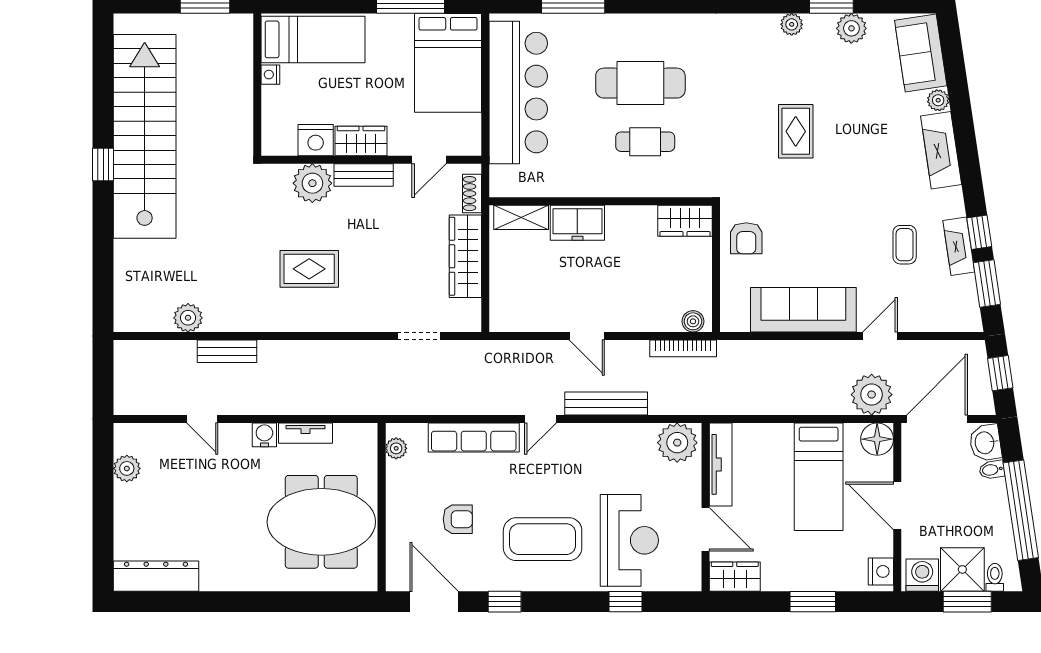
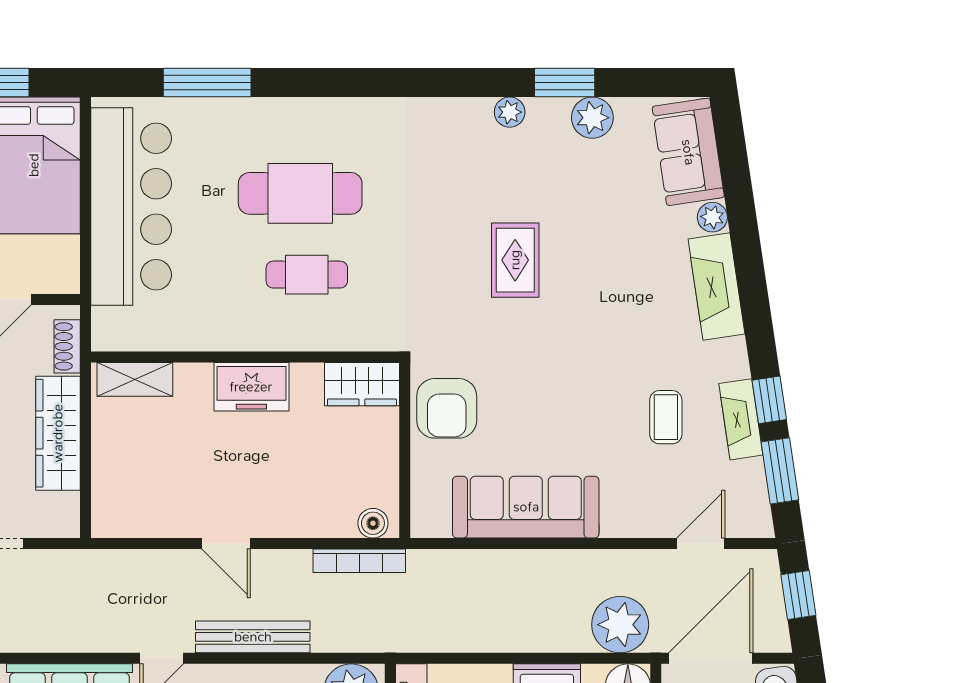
freezer: (577, 223) -> (251, 387), moved
armchair: (746, 238) -> (447, 408), width x1.38, depth x1.38
door: (880, 336) -> (701, 544), moved

